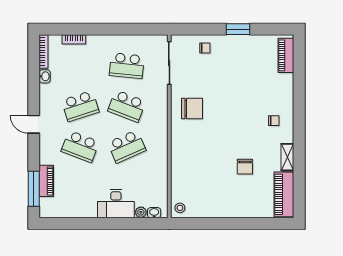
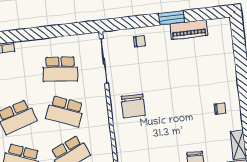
piano: (286, 55) -> (189, 30), moved, turned -90
chair: (192, 108) -> (133, 106), turned 90

